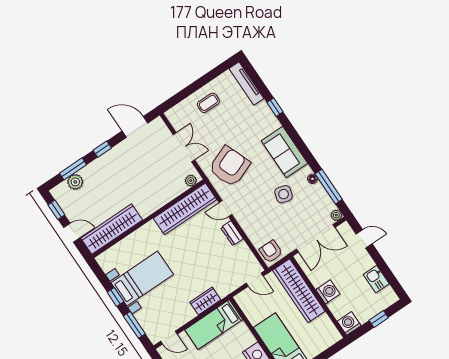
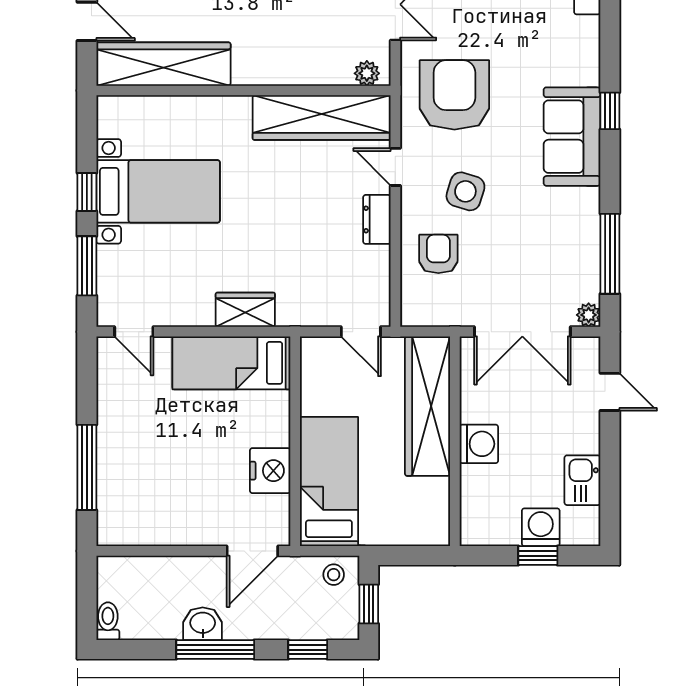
window: (275, 107) -> (610, 111), moved
armchair: (229, 166) -> (454, 95), turned -69
floor lamp: (312, 179) -> (590, 220), removed
side table: (284, 194) -> (465, 191), moved
armchair: (271, 251) -> (438, 254), moved
washing machine: (349, 323) -> (541, 527), moved

